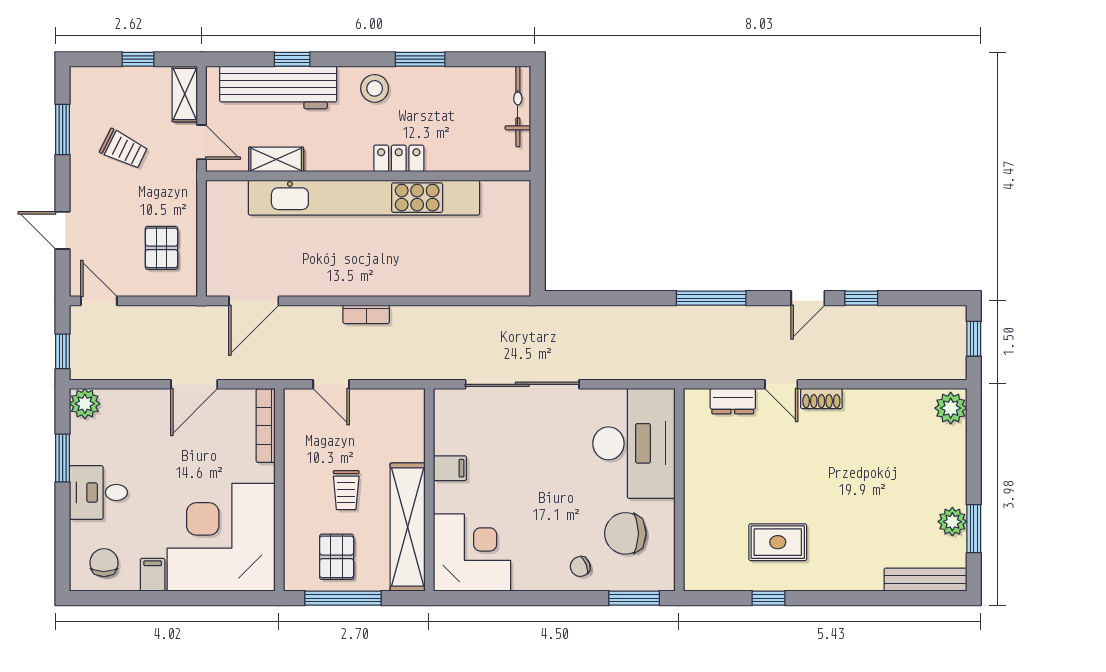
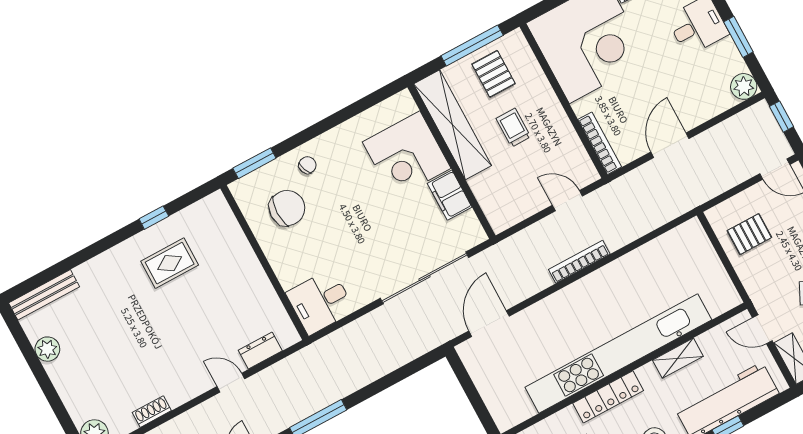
locker: (399, 158) -> (608, 397), width x1.53
shelving: (276, 159) -> (678, 358), moved
pallet: (162, 248) -> (749, 234), turned 90
door: (254, 301) -> (489, 324), moved
bookcase: (366, 314) -> (579, 262), width x1.56
shoe rack: (821, 399) -> (152, 412), moved
desk: (634, 443) -> (320, 302), width x0.53, depth x0.77
filing cabinet: (450, 468) -> (450, 195), width x2.00
window: (974, 529) -> (29, 352), removed
corner desk: (472, 553) -> (407, 155), moved

